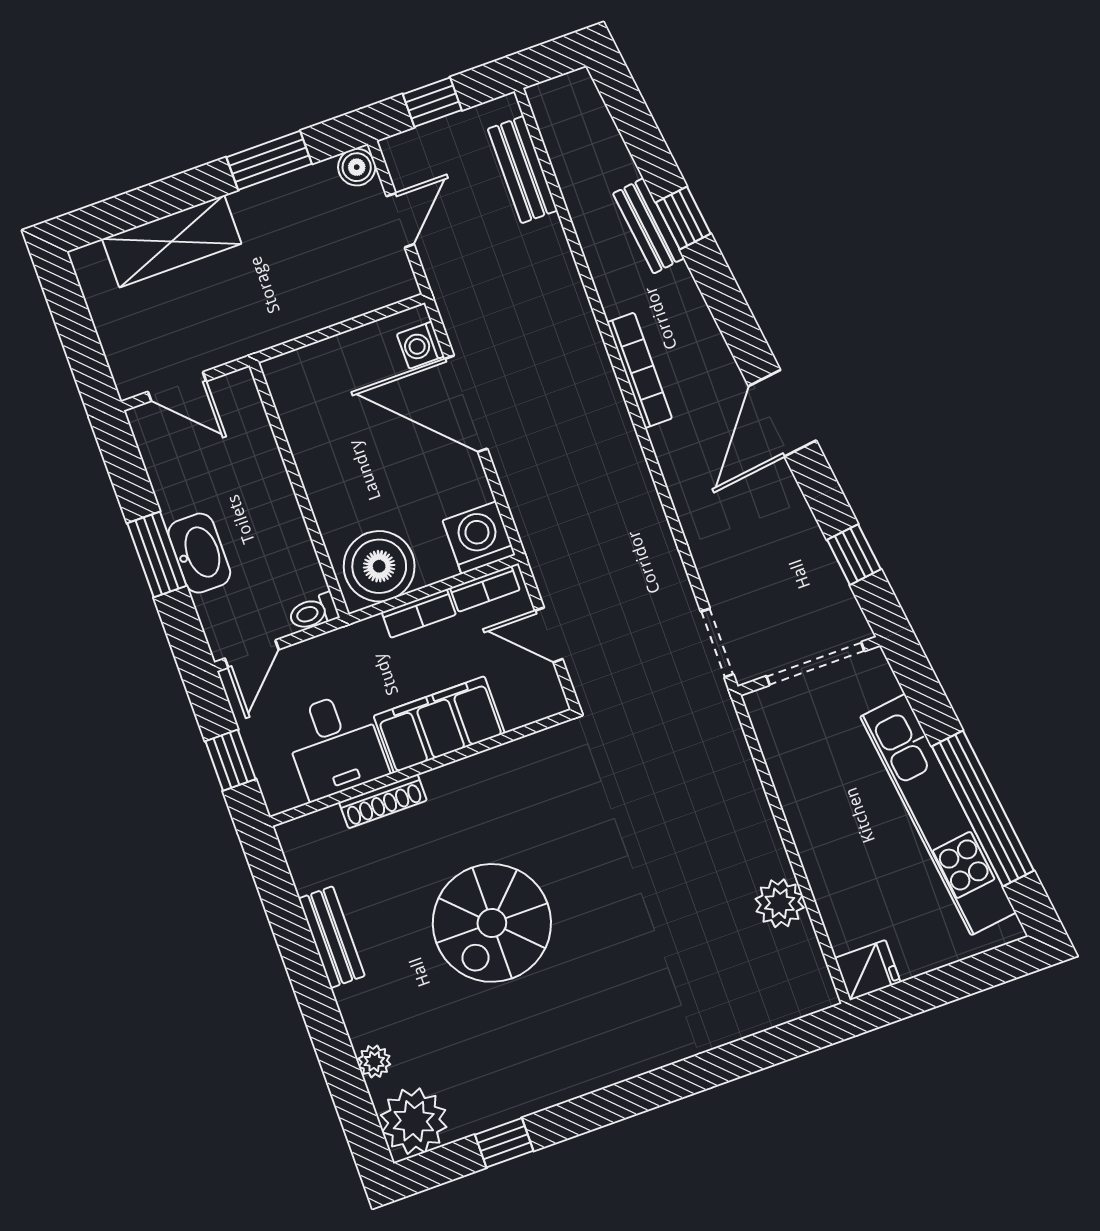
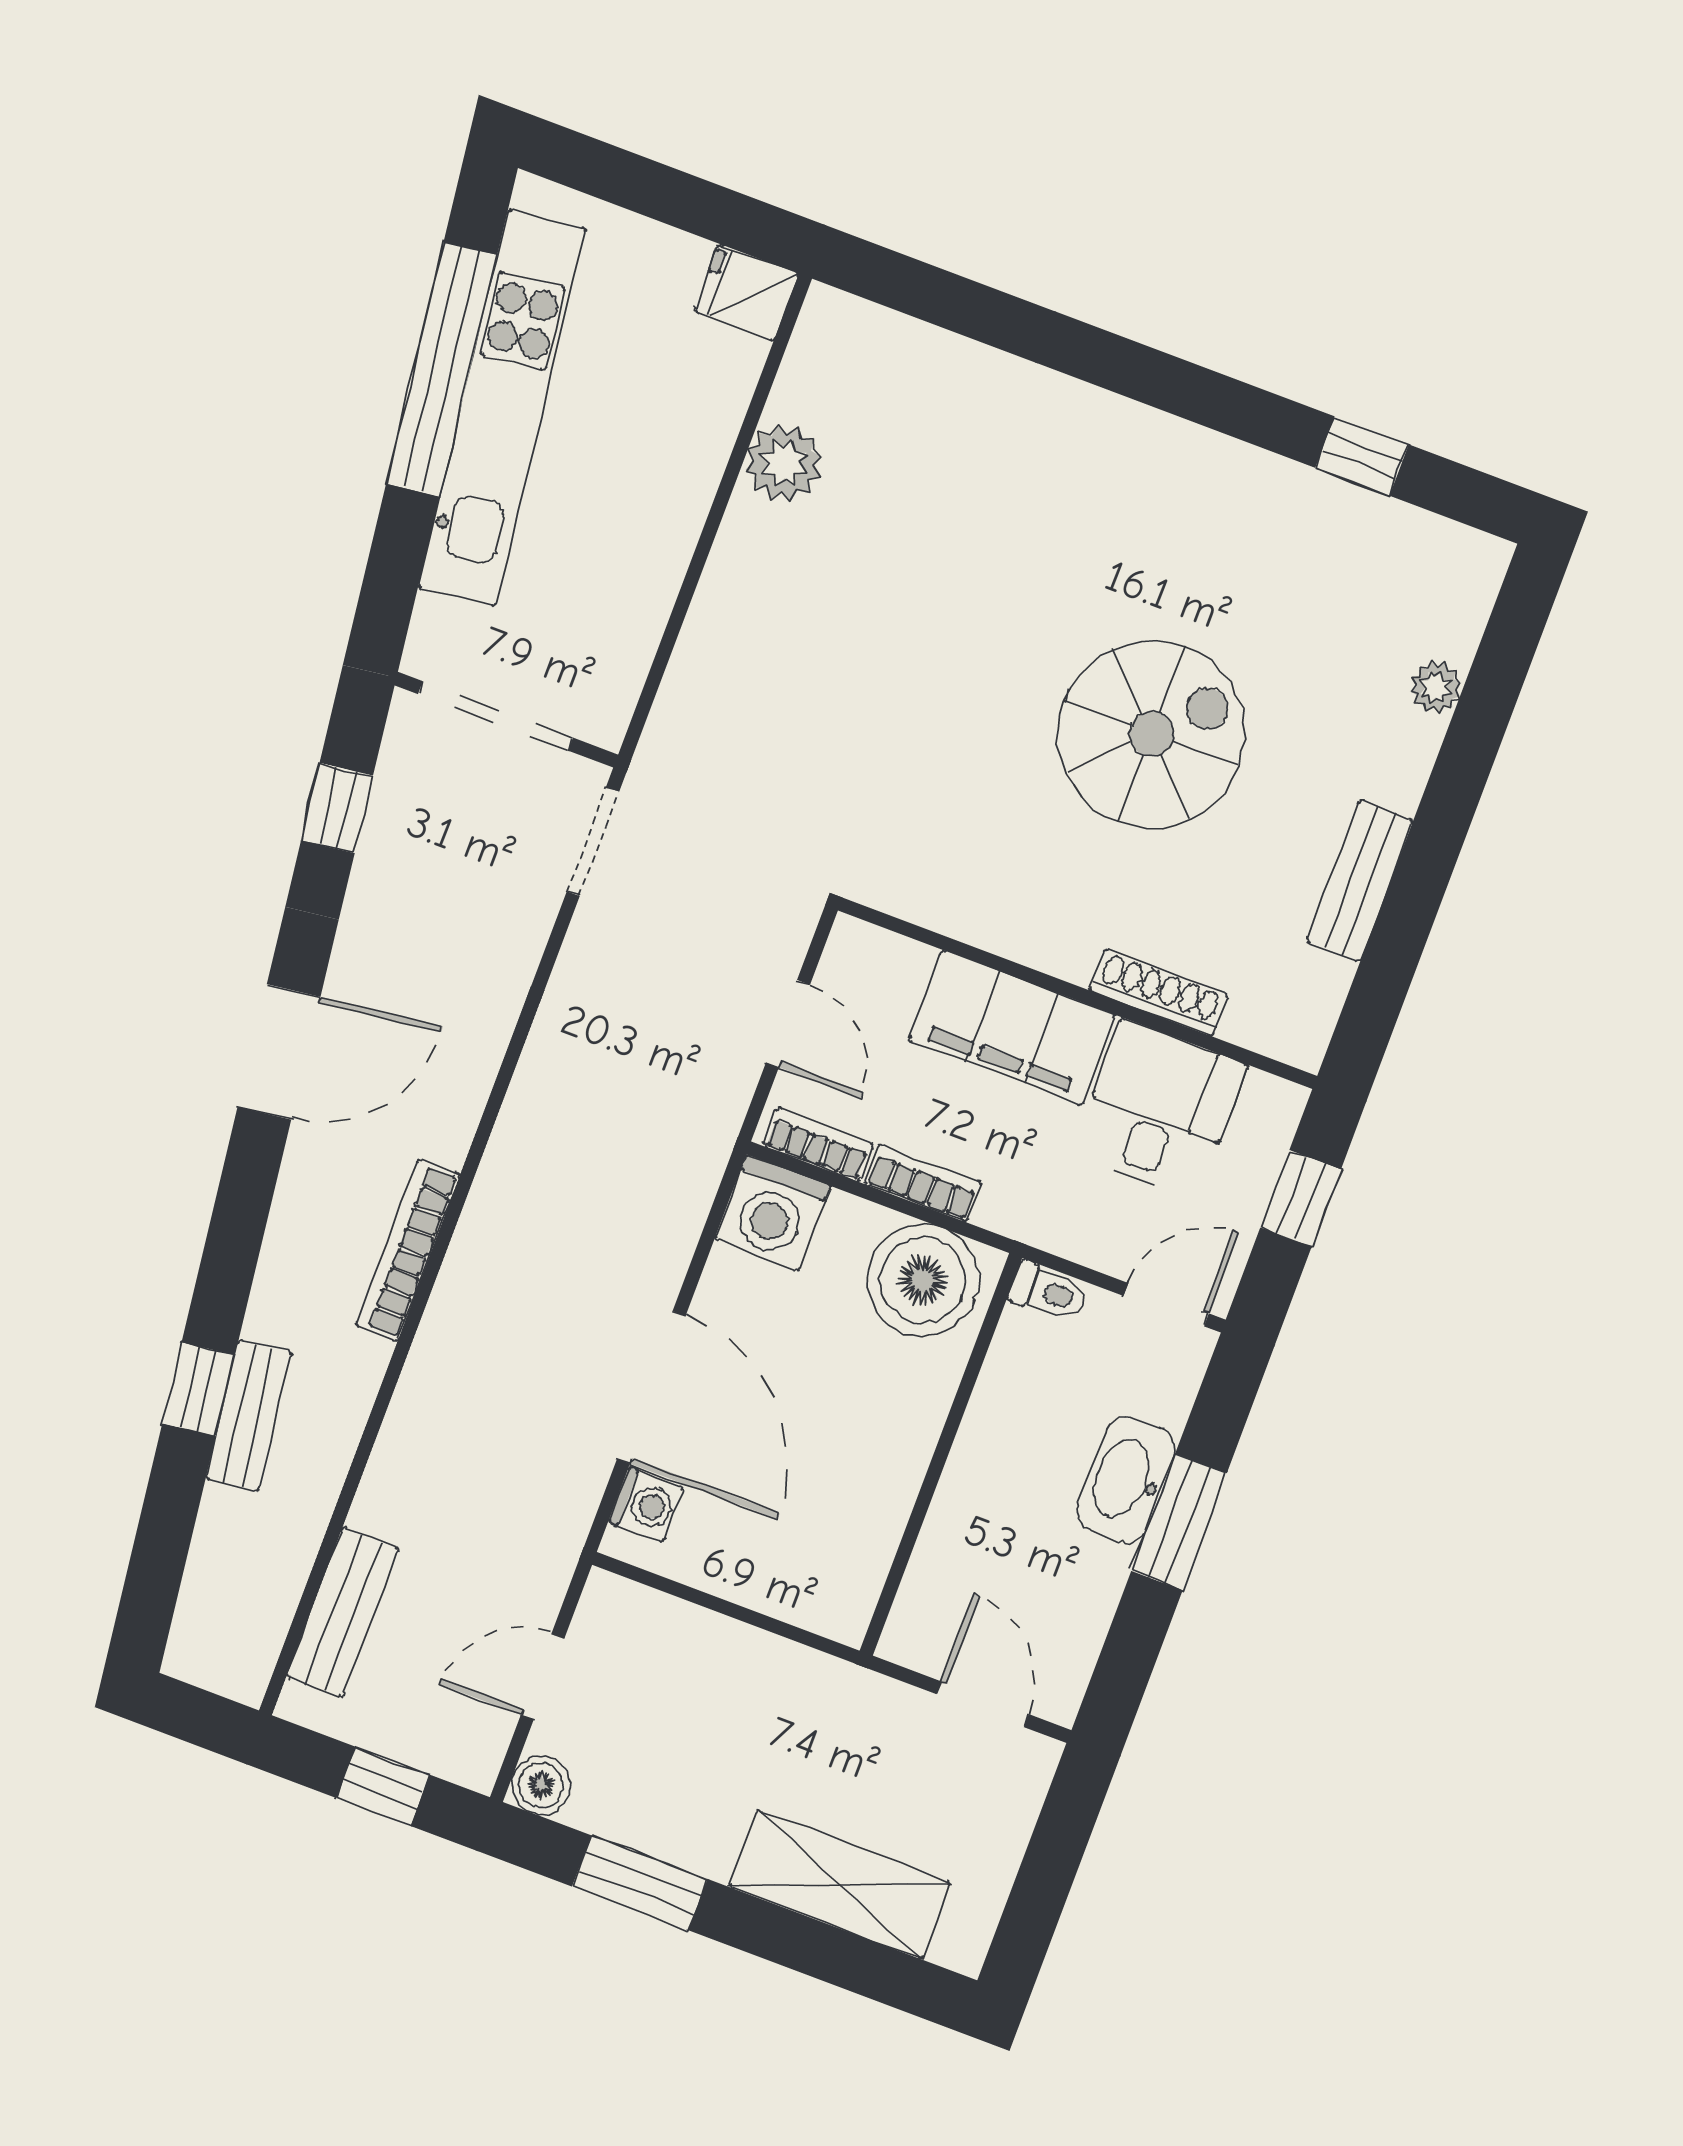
plant: (414, 1121) -> (1449, 575), removed

